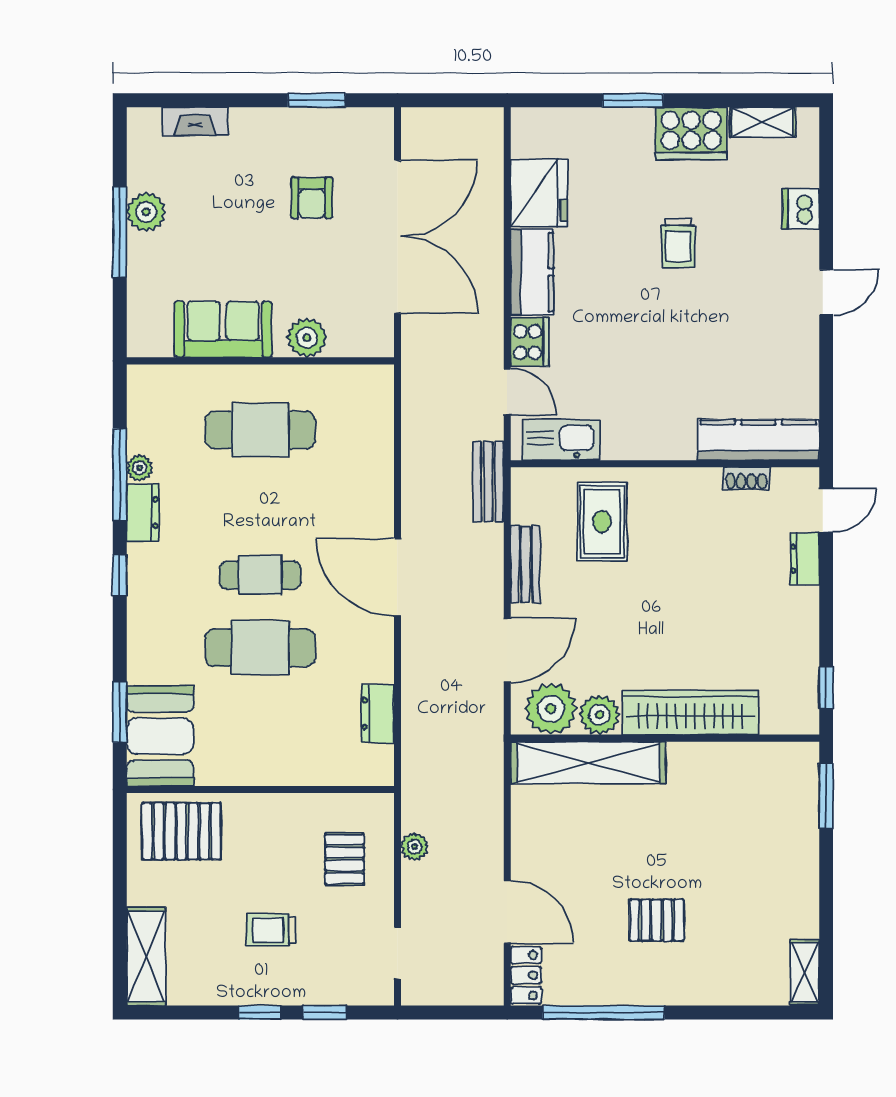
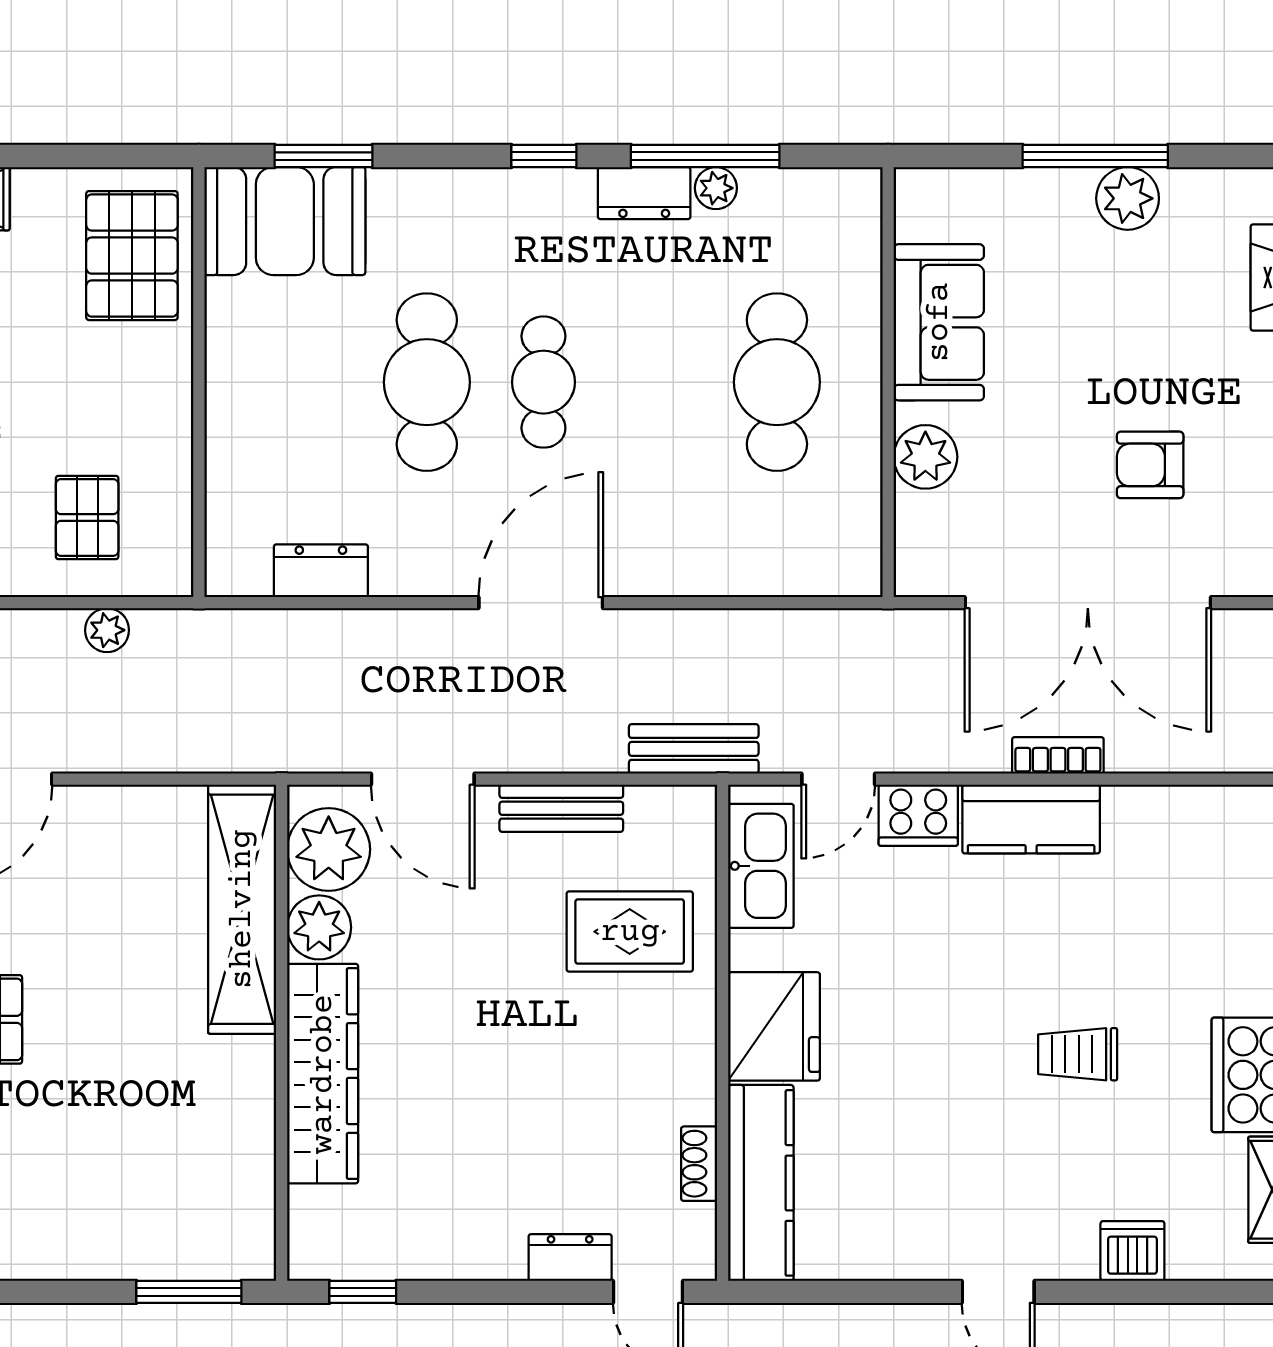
fridge: (539, 193) -> (774, 1026), moved, turned -90
bookcase: (492, 255) -> (1058, 755), added
pallet: (345, 859) -> (87, 518), turned 90

